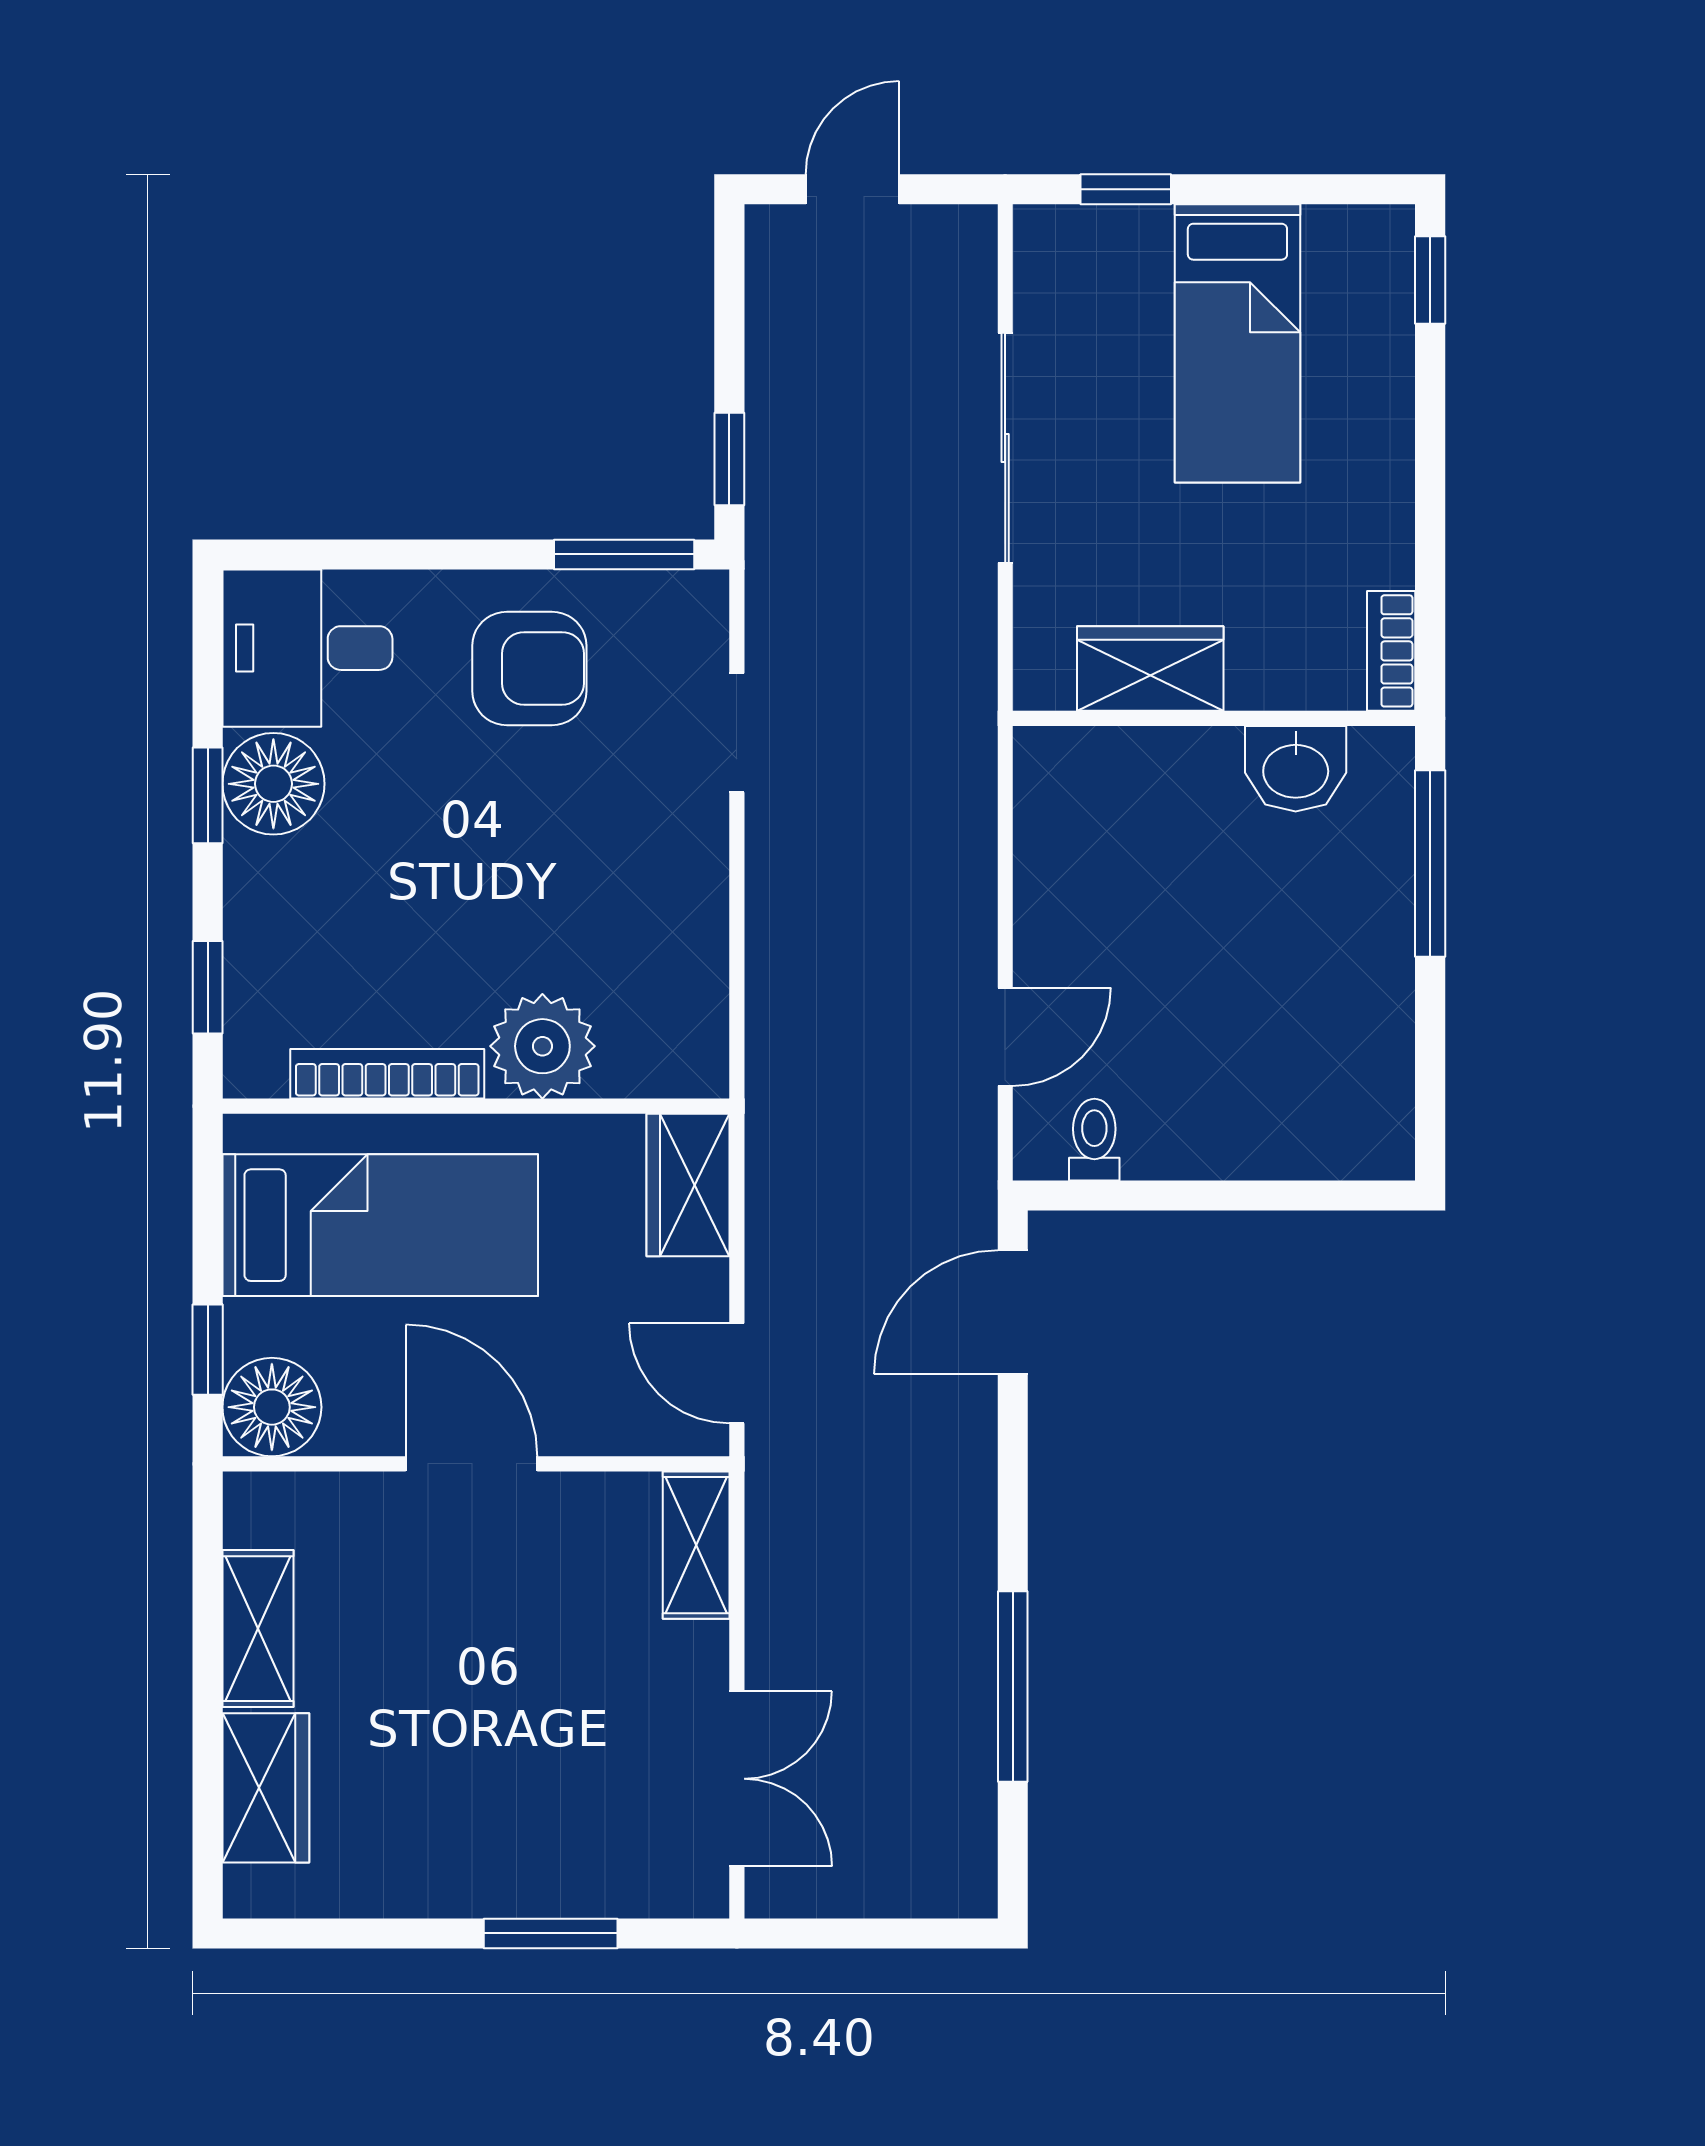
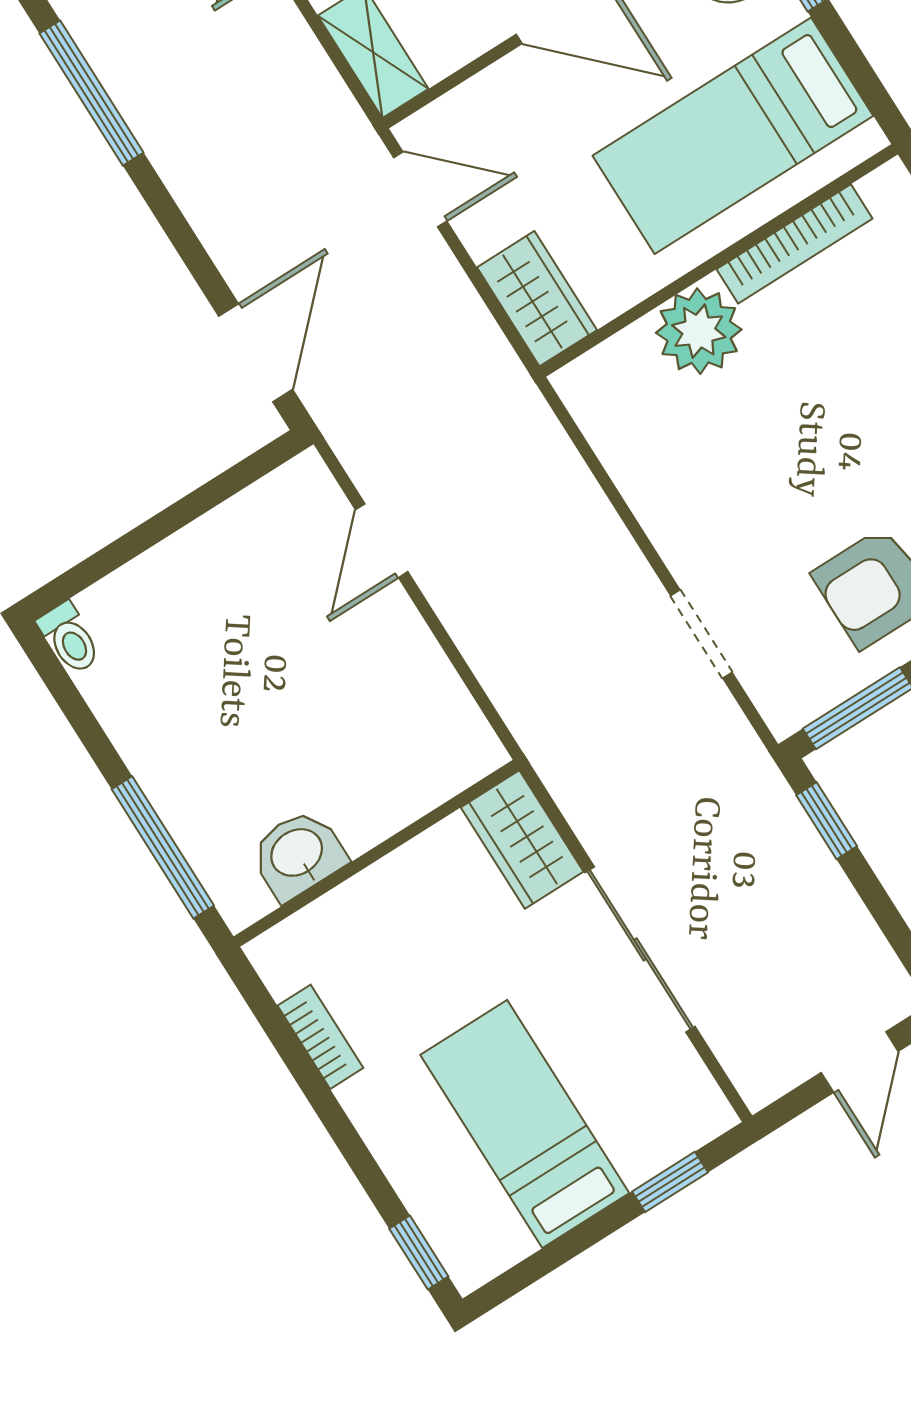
bookcase: (1391, 651) -> (320, 1037), moved
wardrobe: (1150, 669) -> (522, 839), moved, turned 90
toilet: (1094, 1140) -> (69, 638), moved

